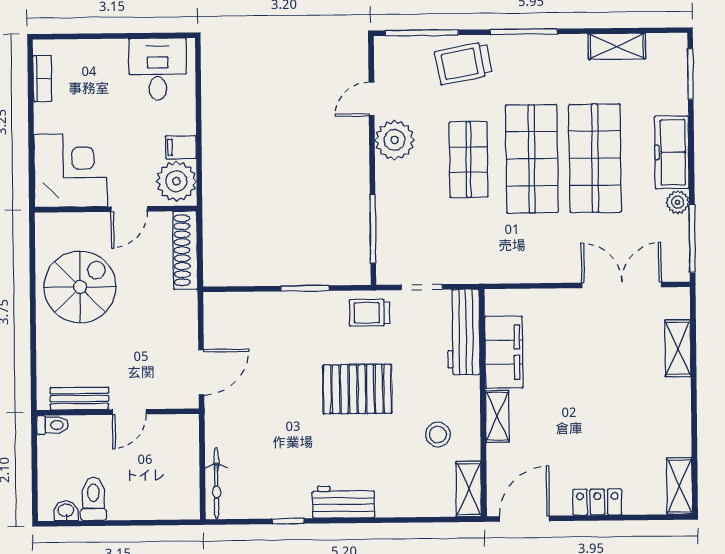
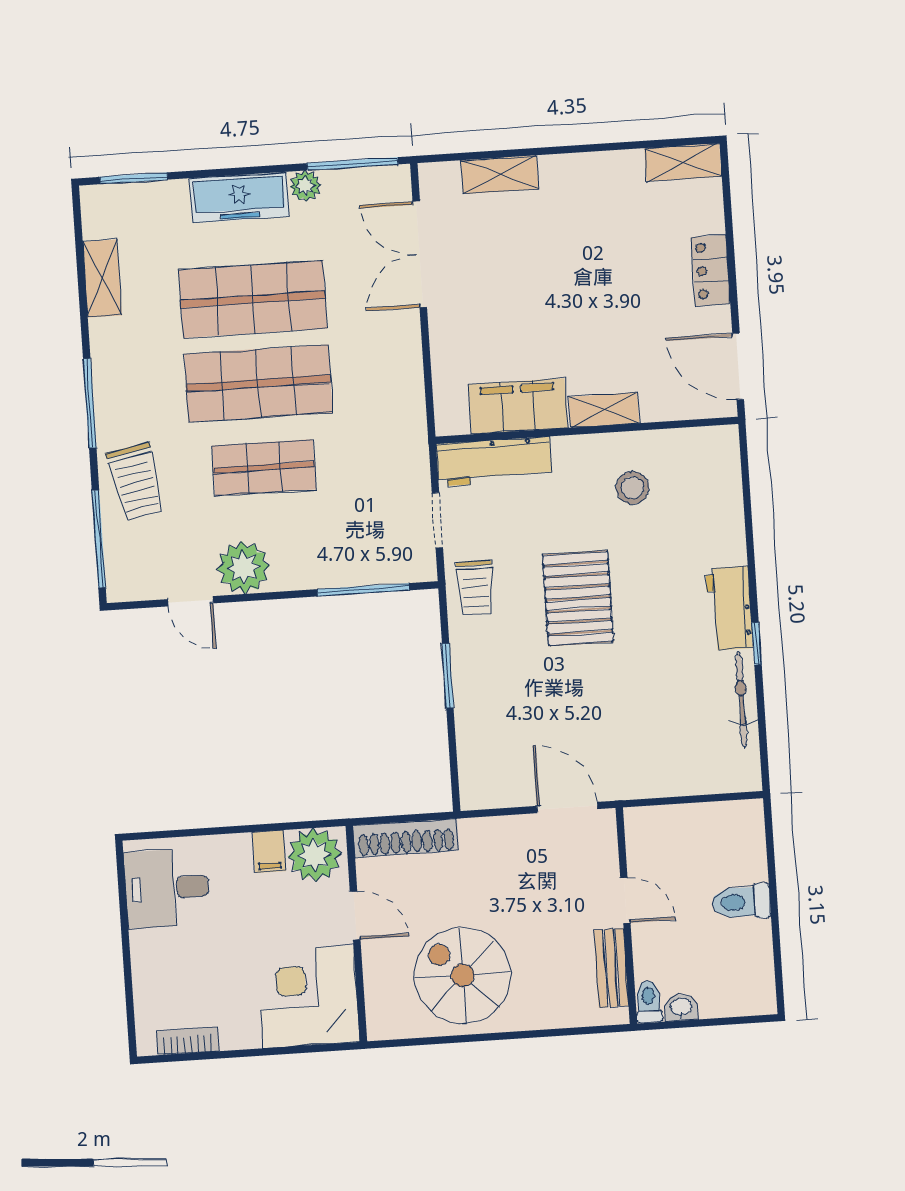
bicycle: (216, 483) -> (741, 700), moved, turned -90
shelving: (469, 489) -> (703, 443), removed
toilet: (93, 499) -> (741, 902), moved
washbasin: (66, 511) -> (681, 1007), moved, turned 90
window: (288, 521) -> (757, 644), moved

